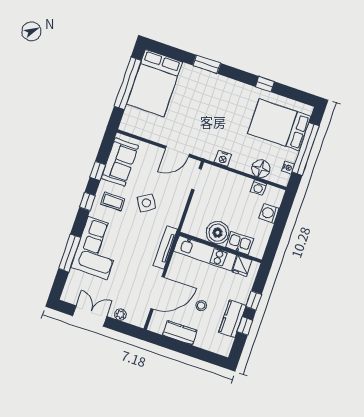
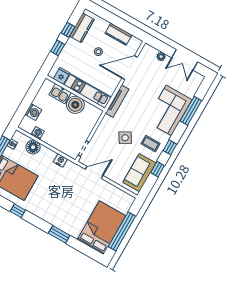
kitchen counter: (232, 319) -> (82, 28), moved

